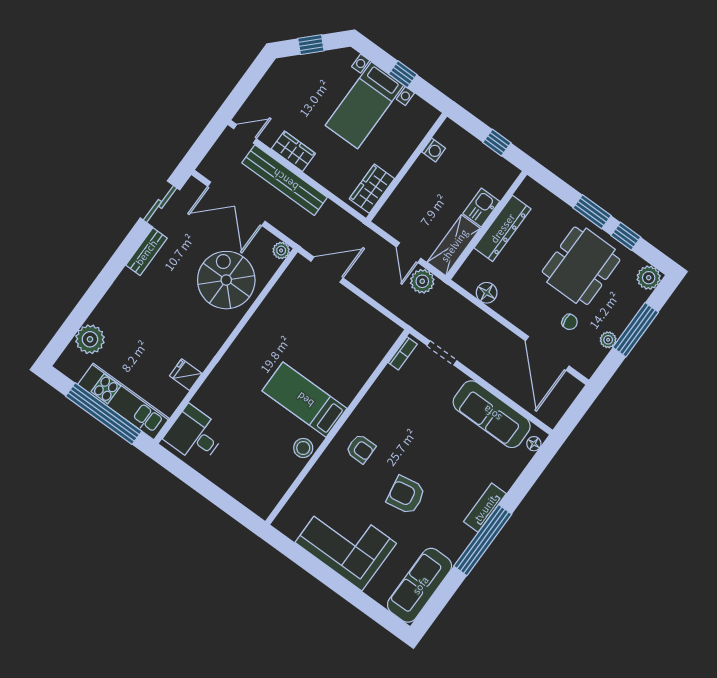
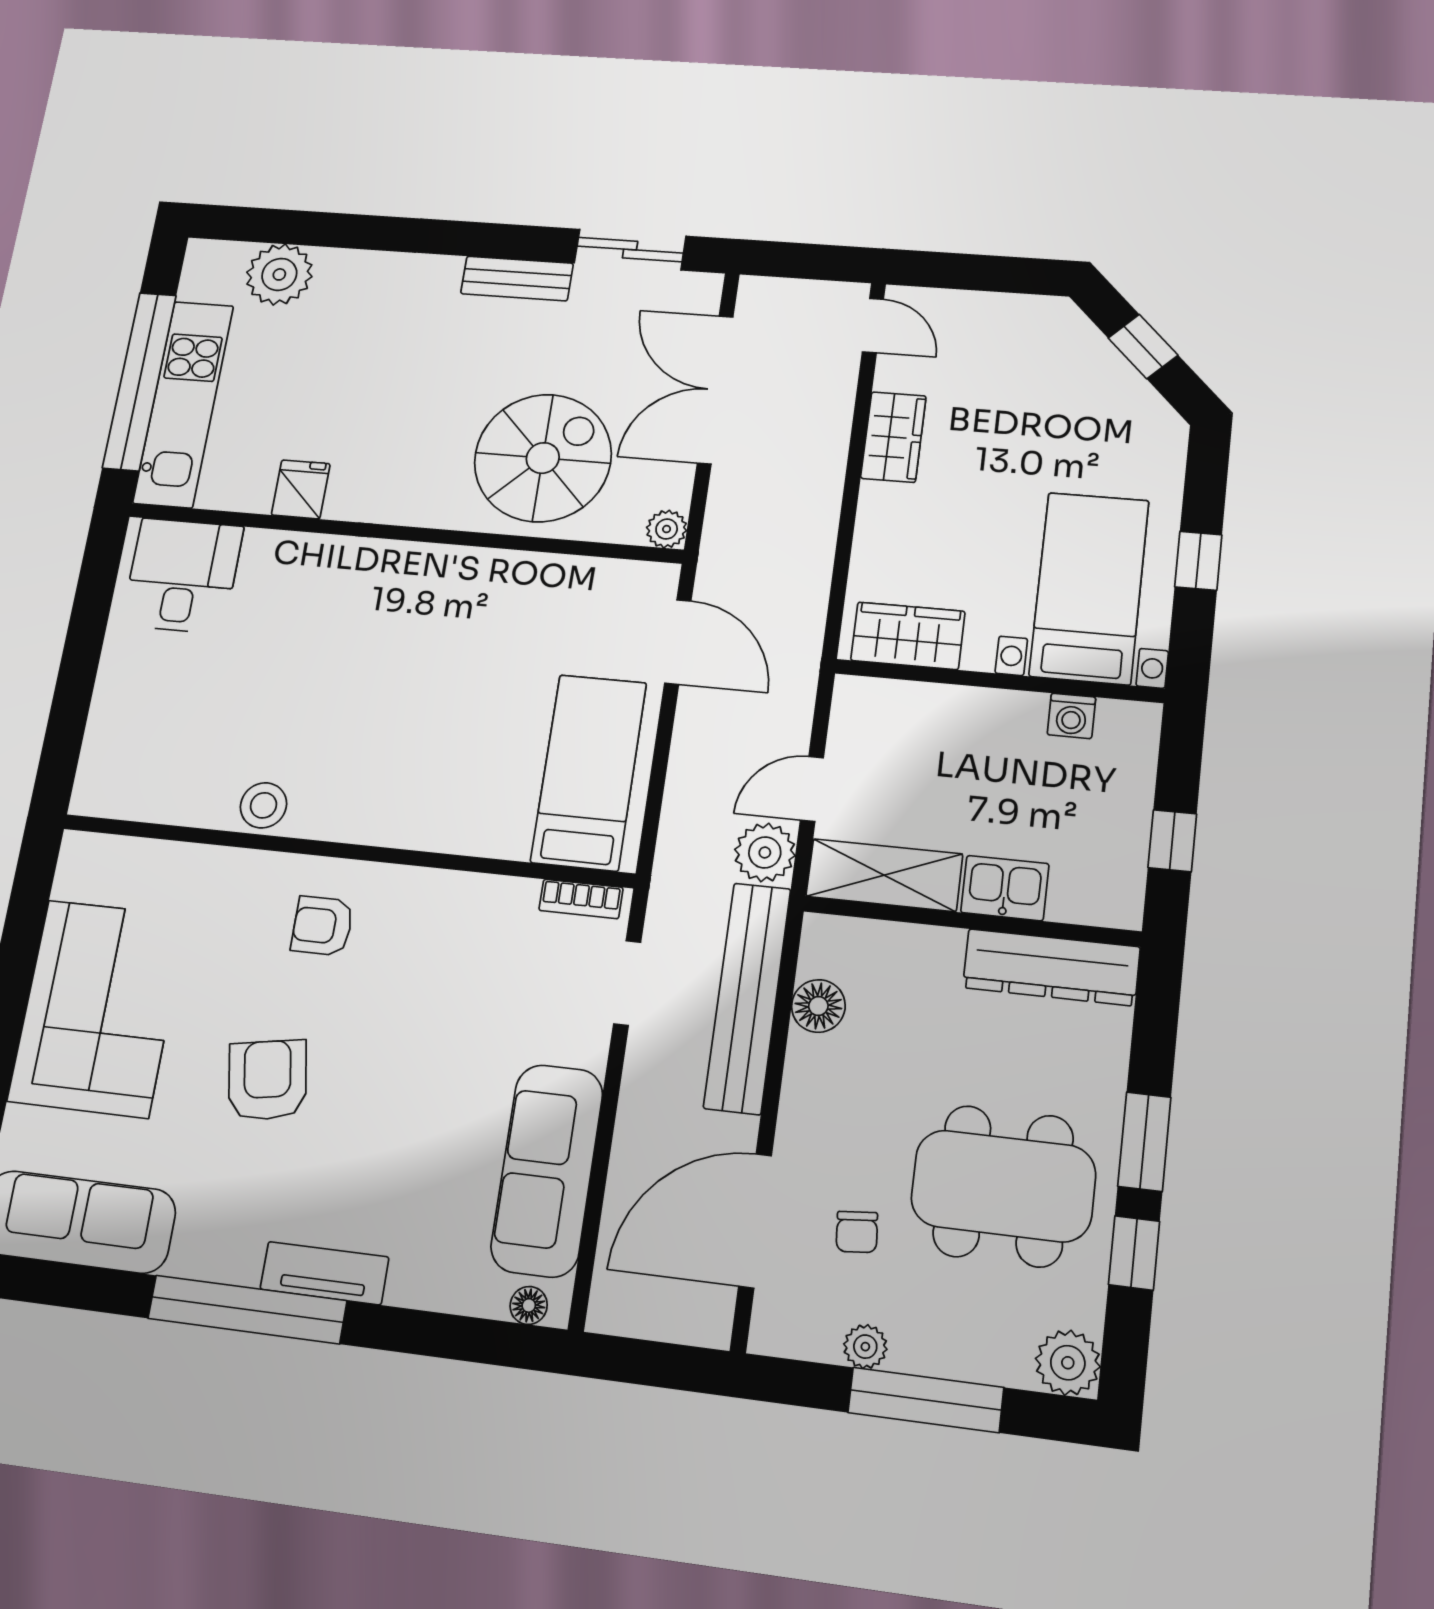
bed with nightstands: (364, 105) -> (1089, 588), moved, turned 90
bench: (285, 180) -> (747, 998), moved
dresser: (502, 228) -> (1051, 967), moved
bed: (305, 400) -> (589, 772), moved
armchair: (361, 449) -> (322, 926), turned 90

